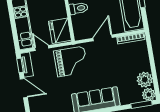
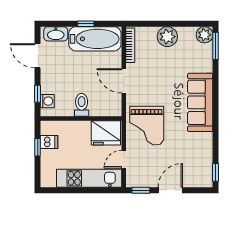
grand piano: (71, 61) -> (147, 126), turned 180
tv unit: (27, 65) -> (141, 182), removed
plant: (145, 80) -> (167, 37), moved

